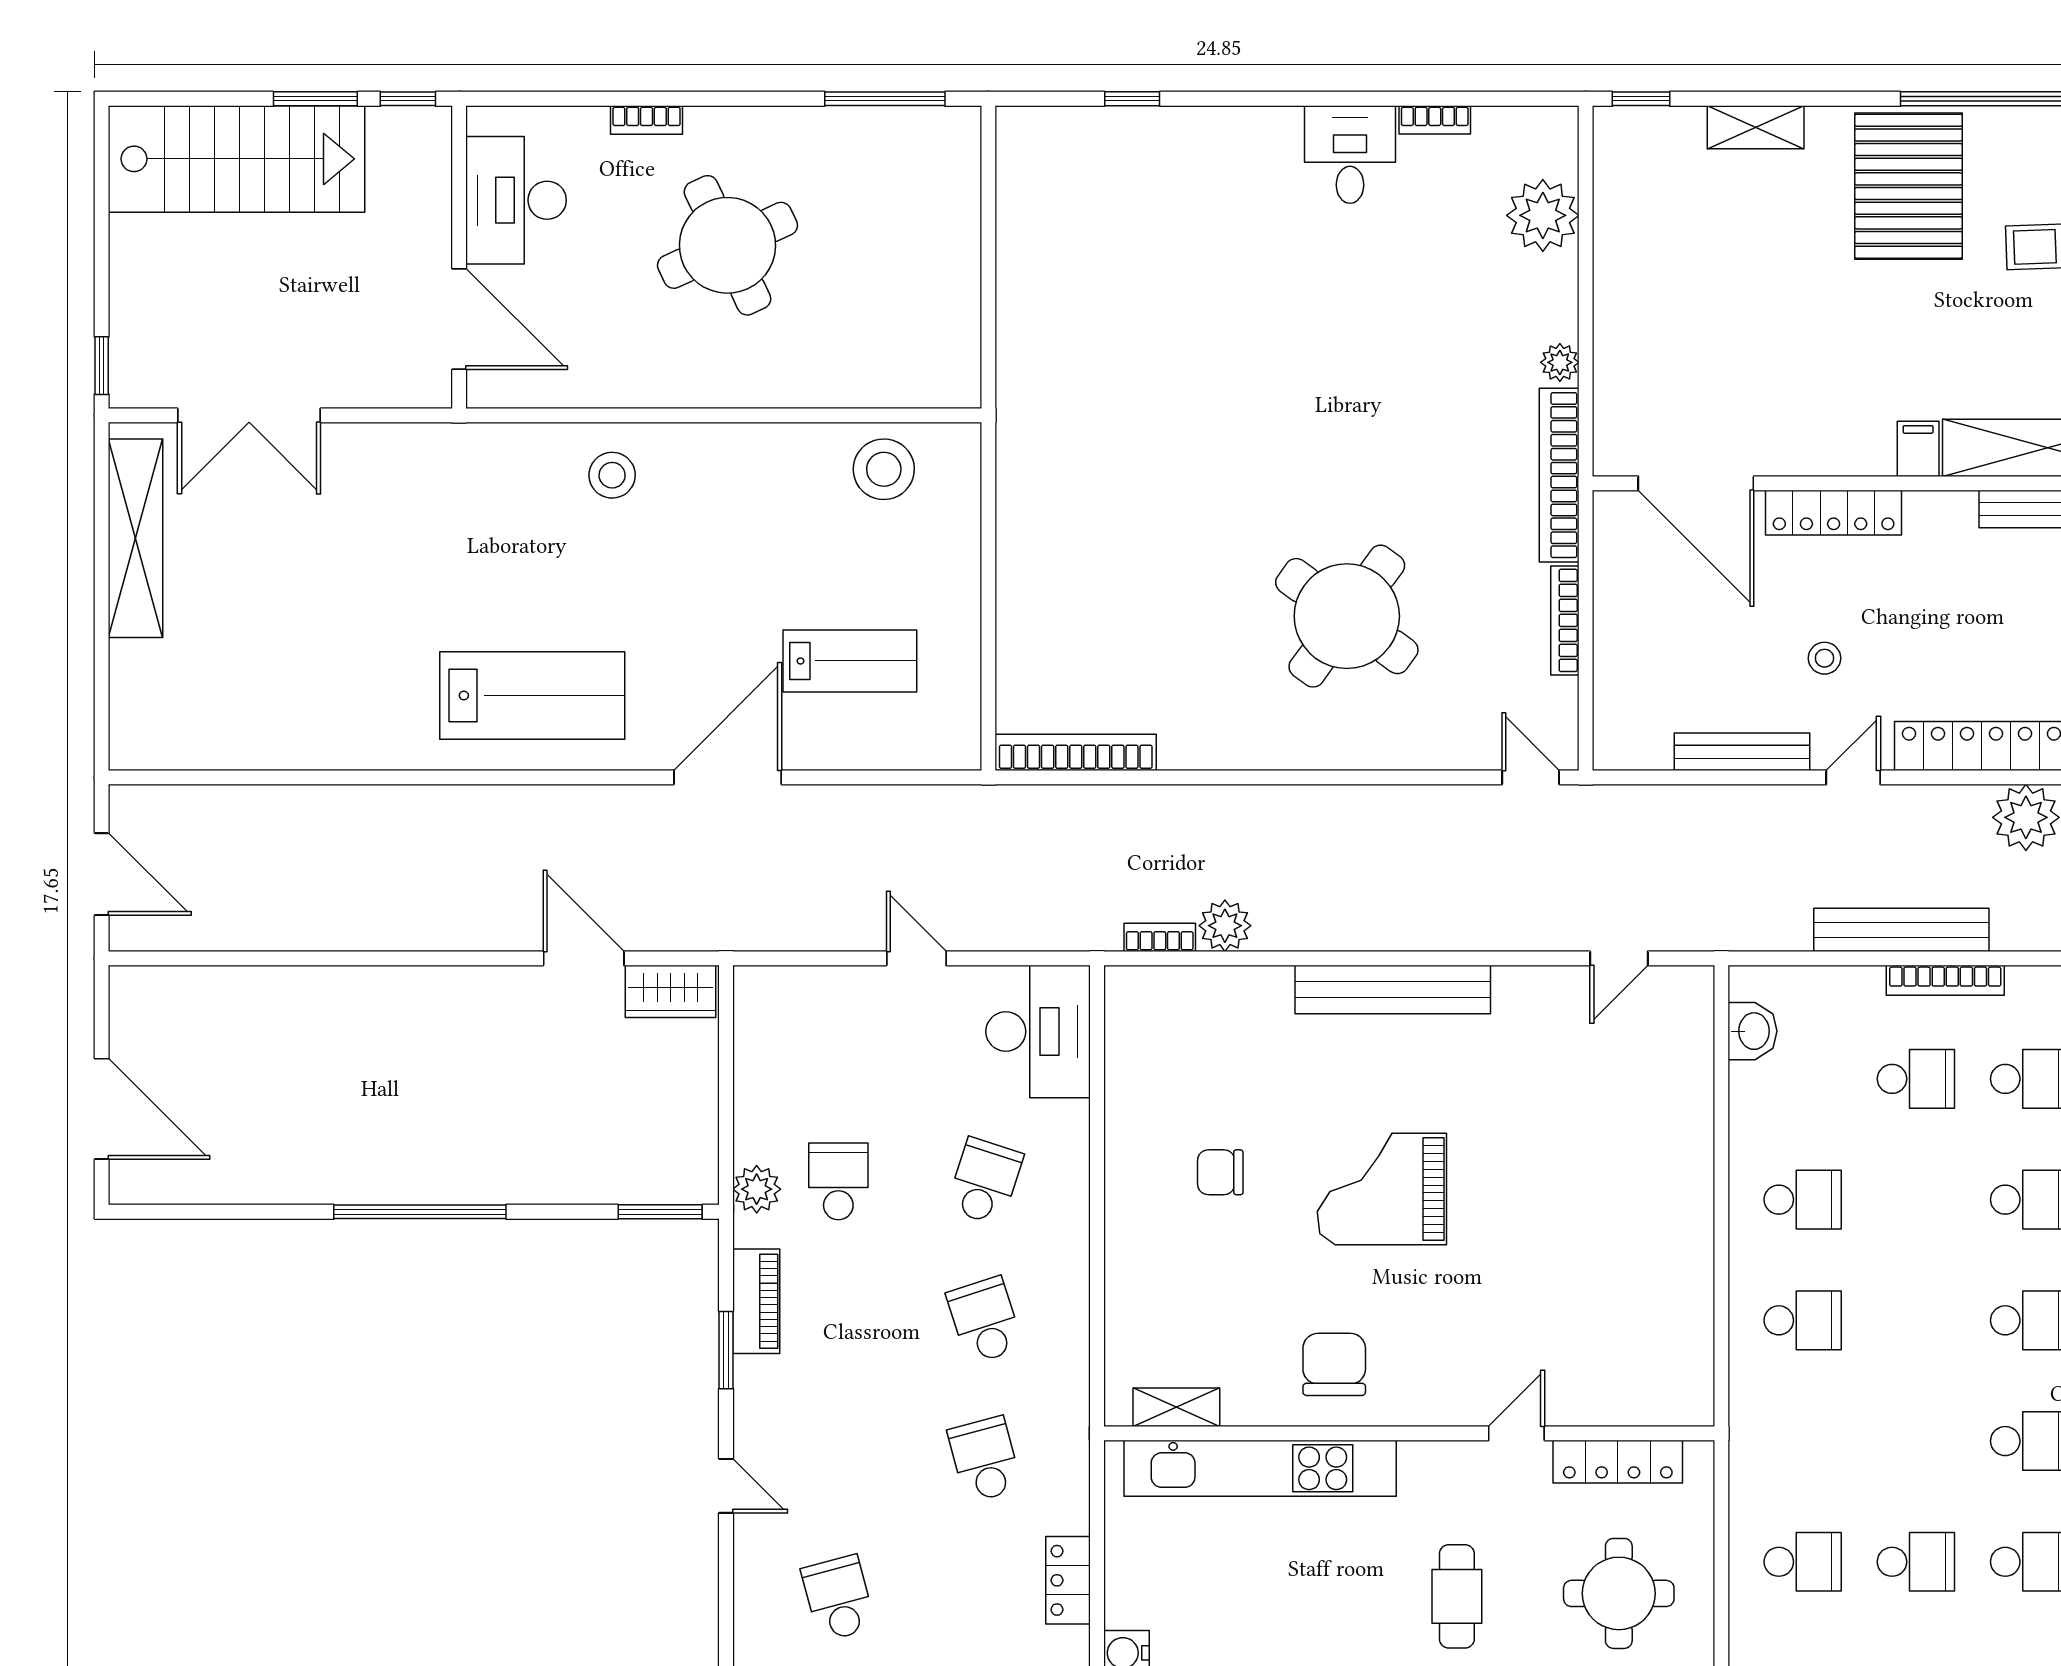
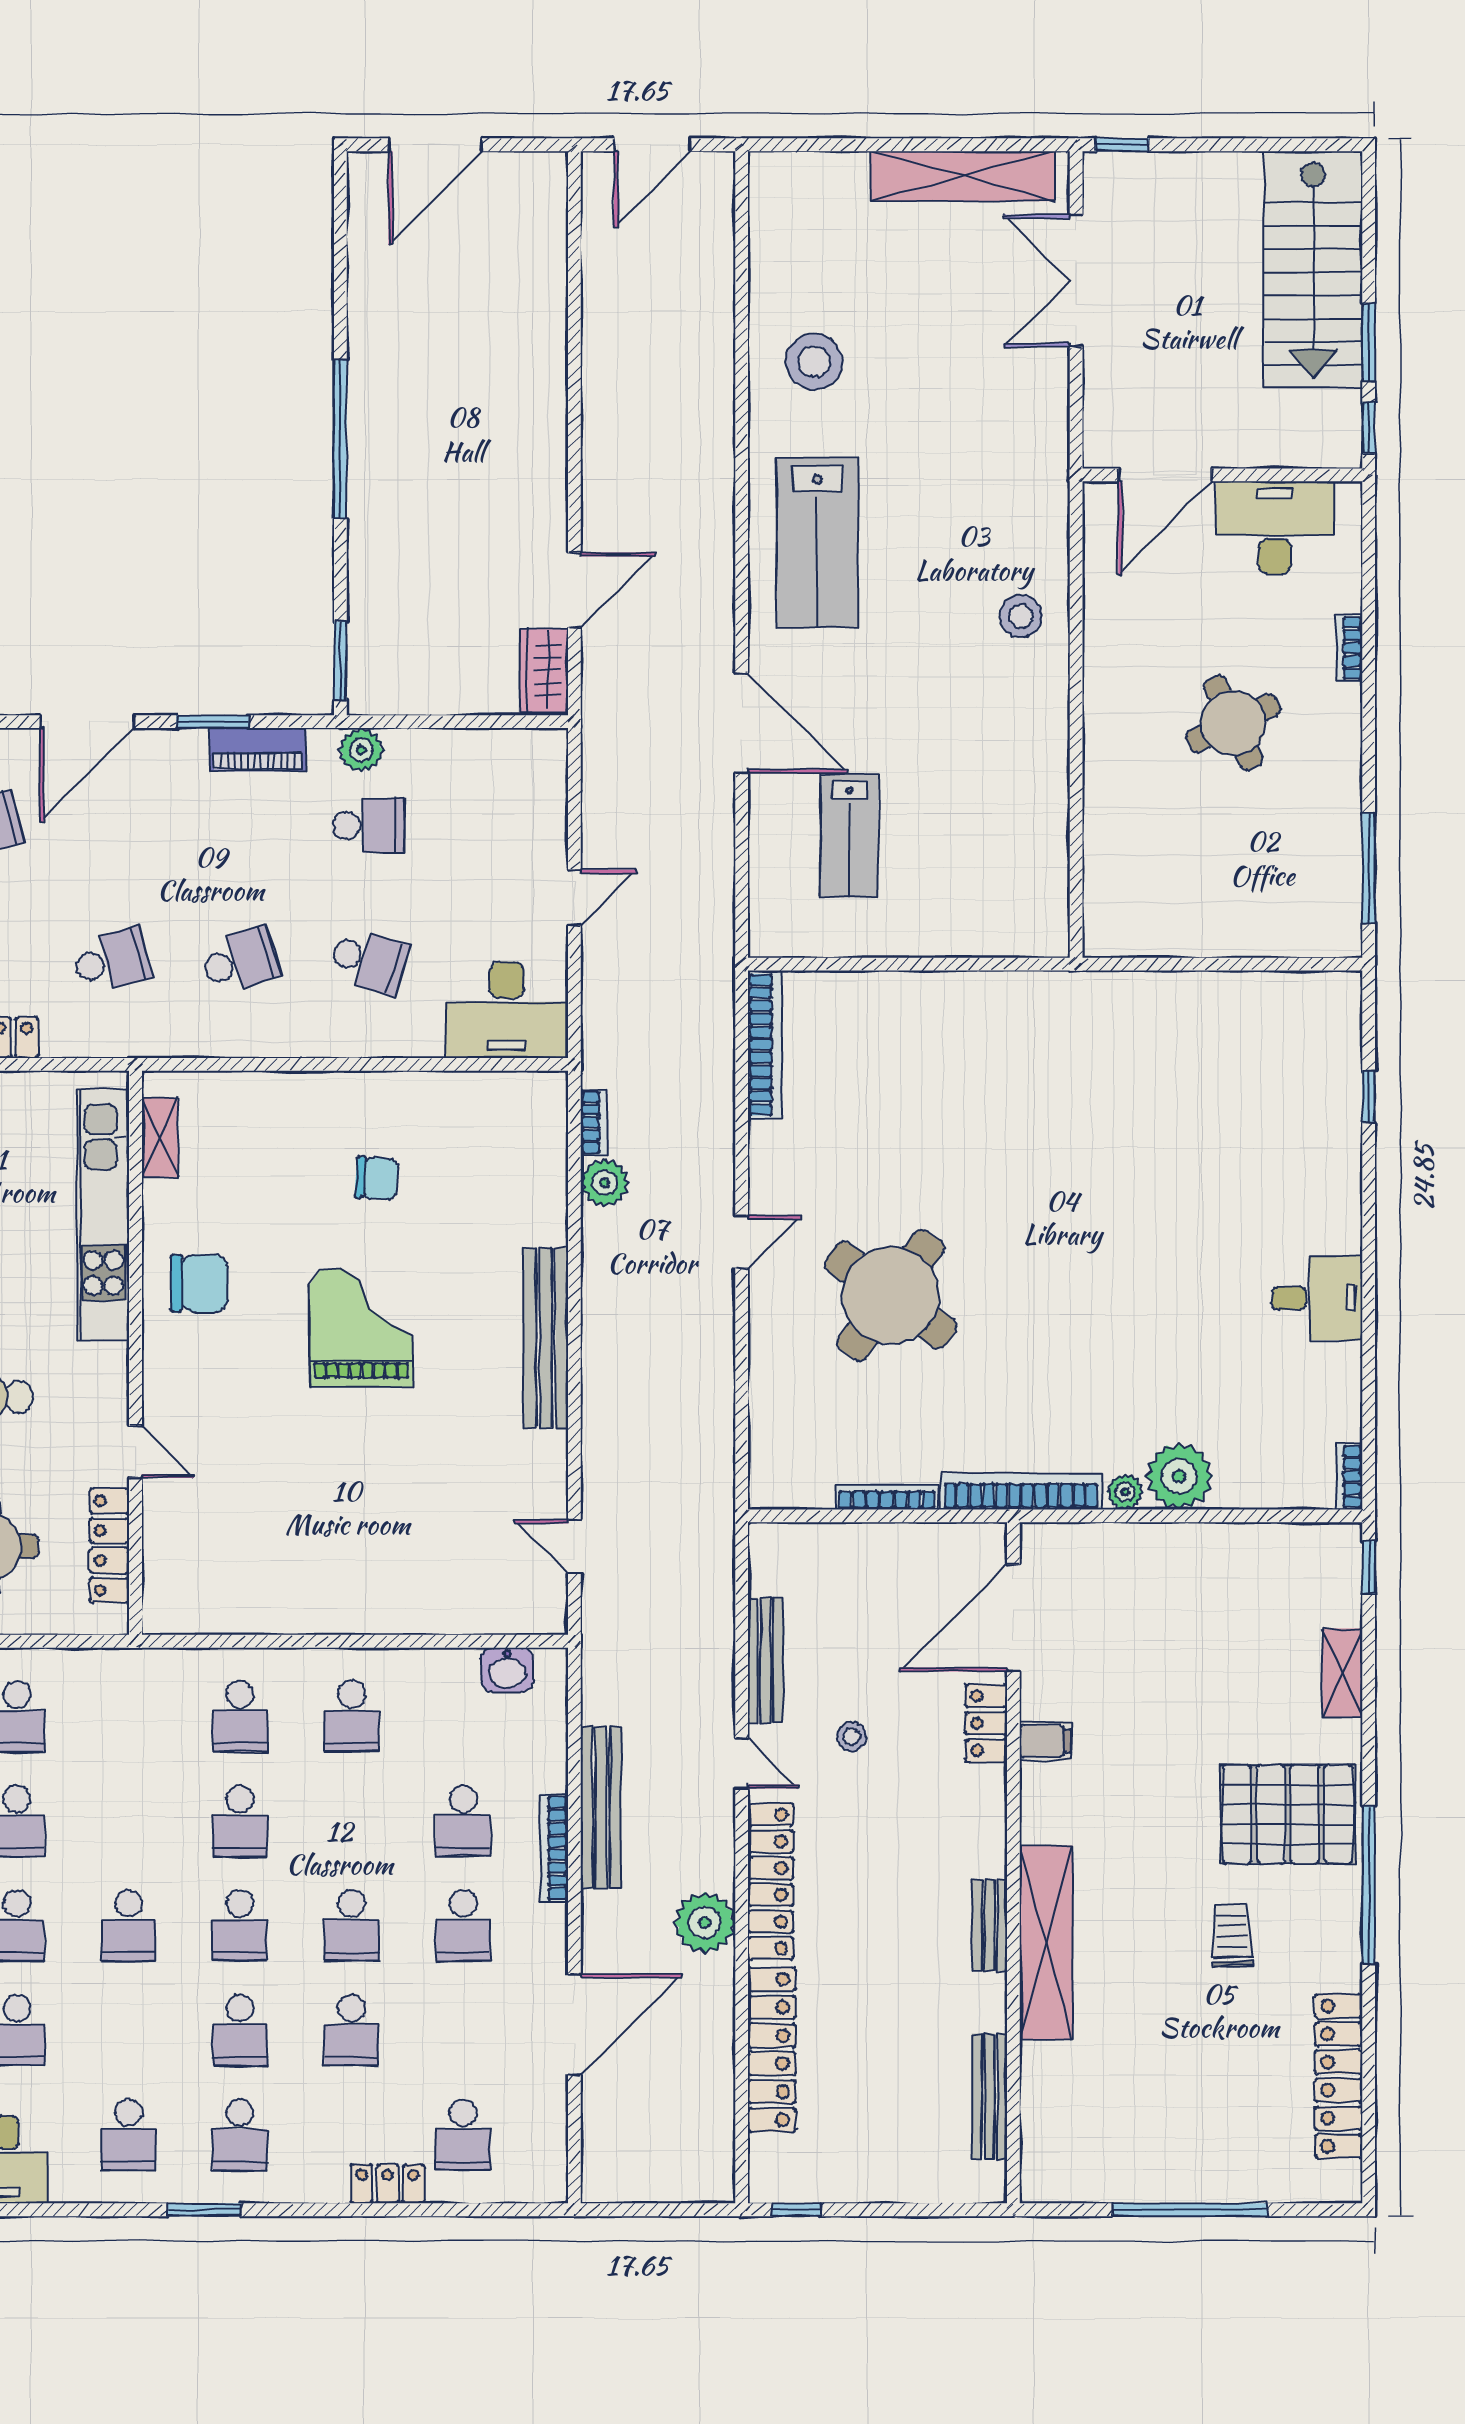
bookcase: (1435, 120) -> (1349, 1477), moved
plant: (1543, 215) -> (1179, 1476), moved
round table: (727, 245) -> (1233, 723), width x0.73, depth x0.73
filing cabinet: (1918, 449) -> (1045, 1741), moved
stool: (884, 469) -> (814, 362), moved
locker: (1834, 513) -> (986, 1723), width x0.66
door: (1531, 777) -> (742, 1242), moved
chair: (1220, 1172) -> (377, 1178), turned 94
school desk: (1916, 1320) -> (240, 1821), added
door: (726, 1486) -> (87, 722), width x1.87

